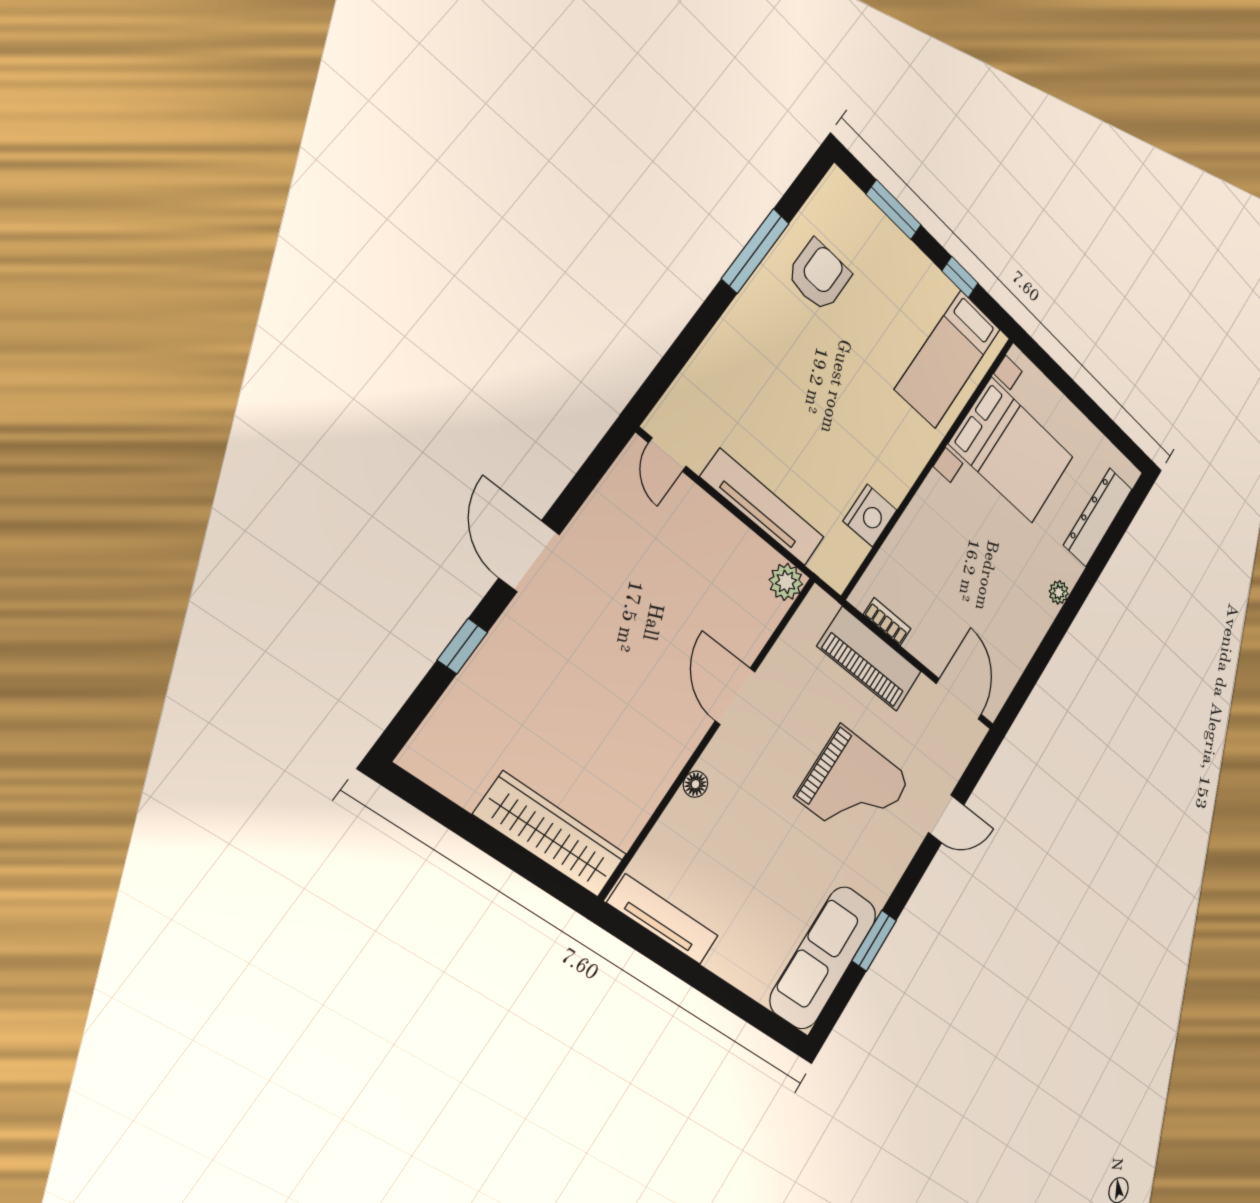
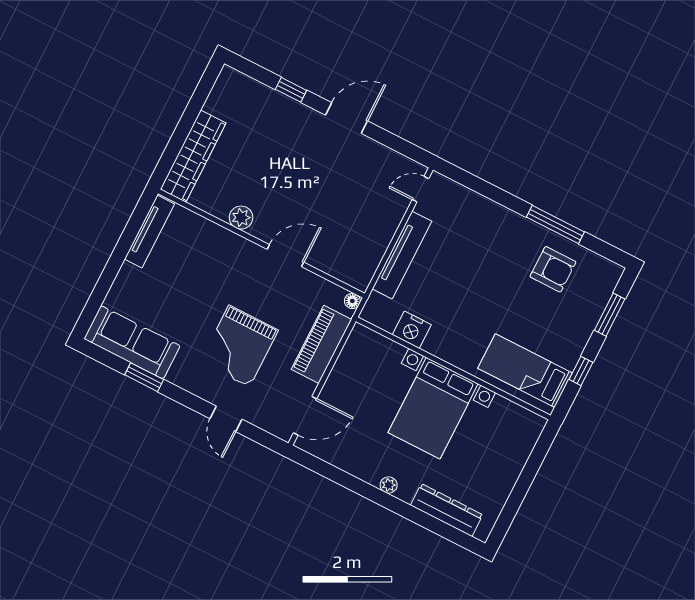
bed with nightstands: (1012, 450) -> (433, 408), moved
plant: (786, 582) -> (241, 218), moved
bookcase: (887, 622) -> (347, 353), removed
floor lamp: (696, 784) -> (352, 301), moved

